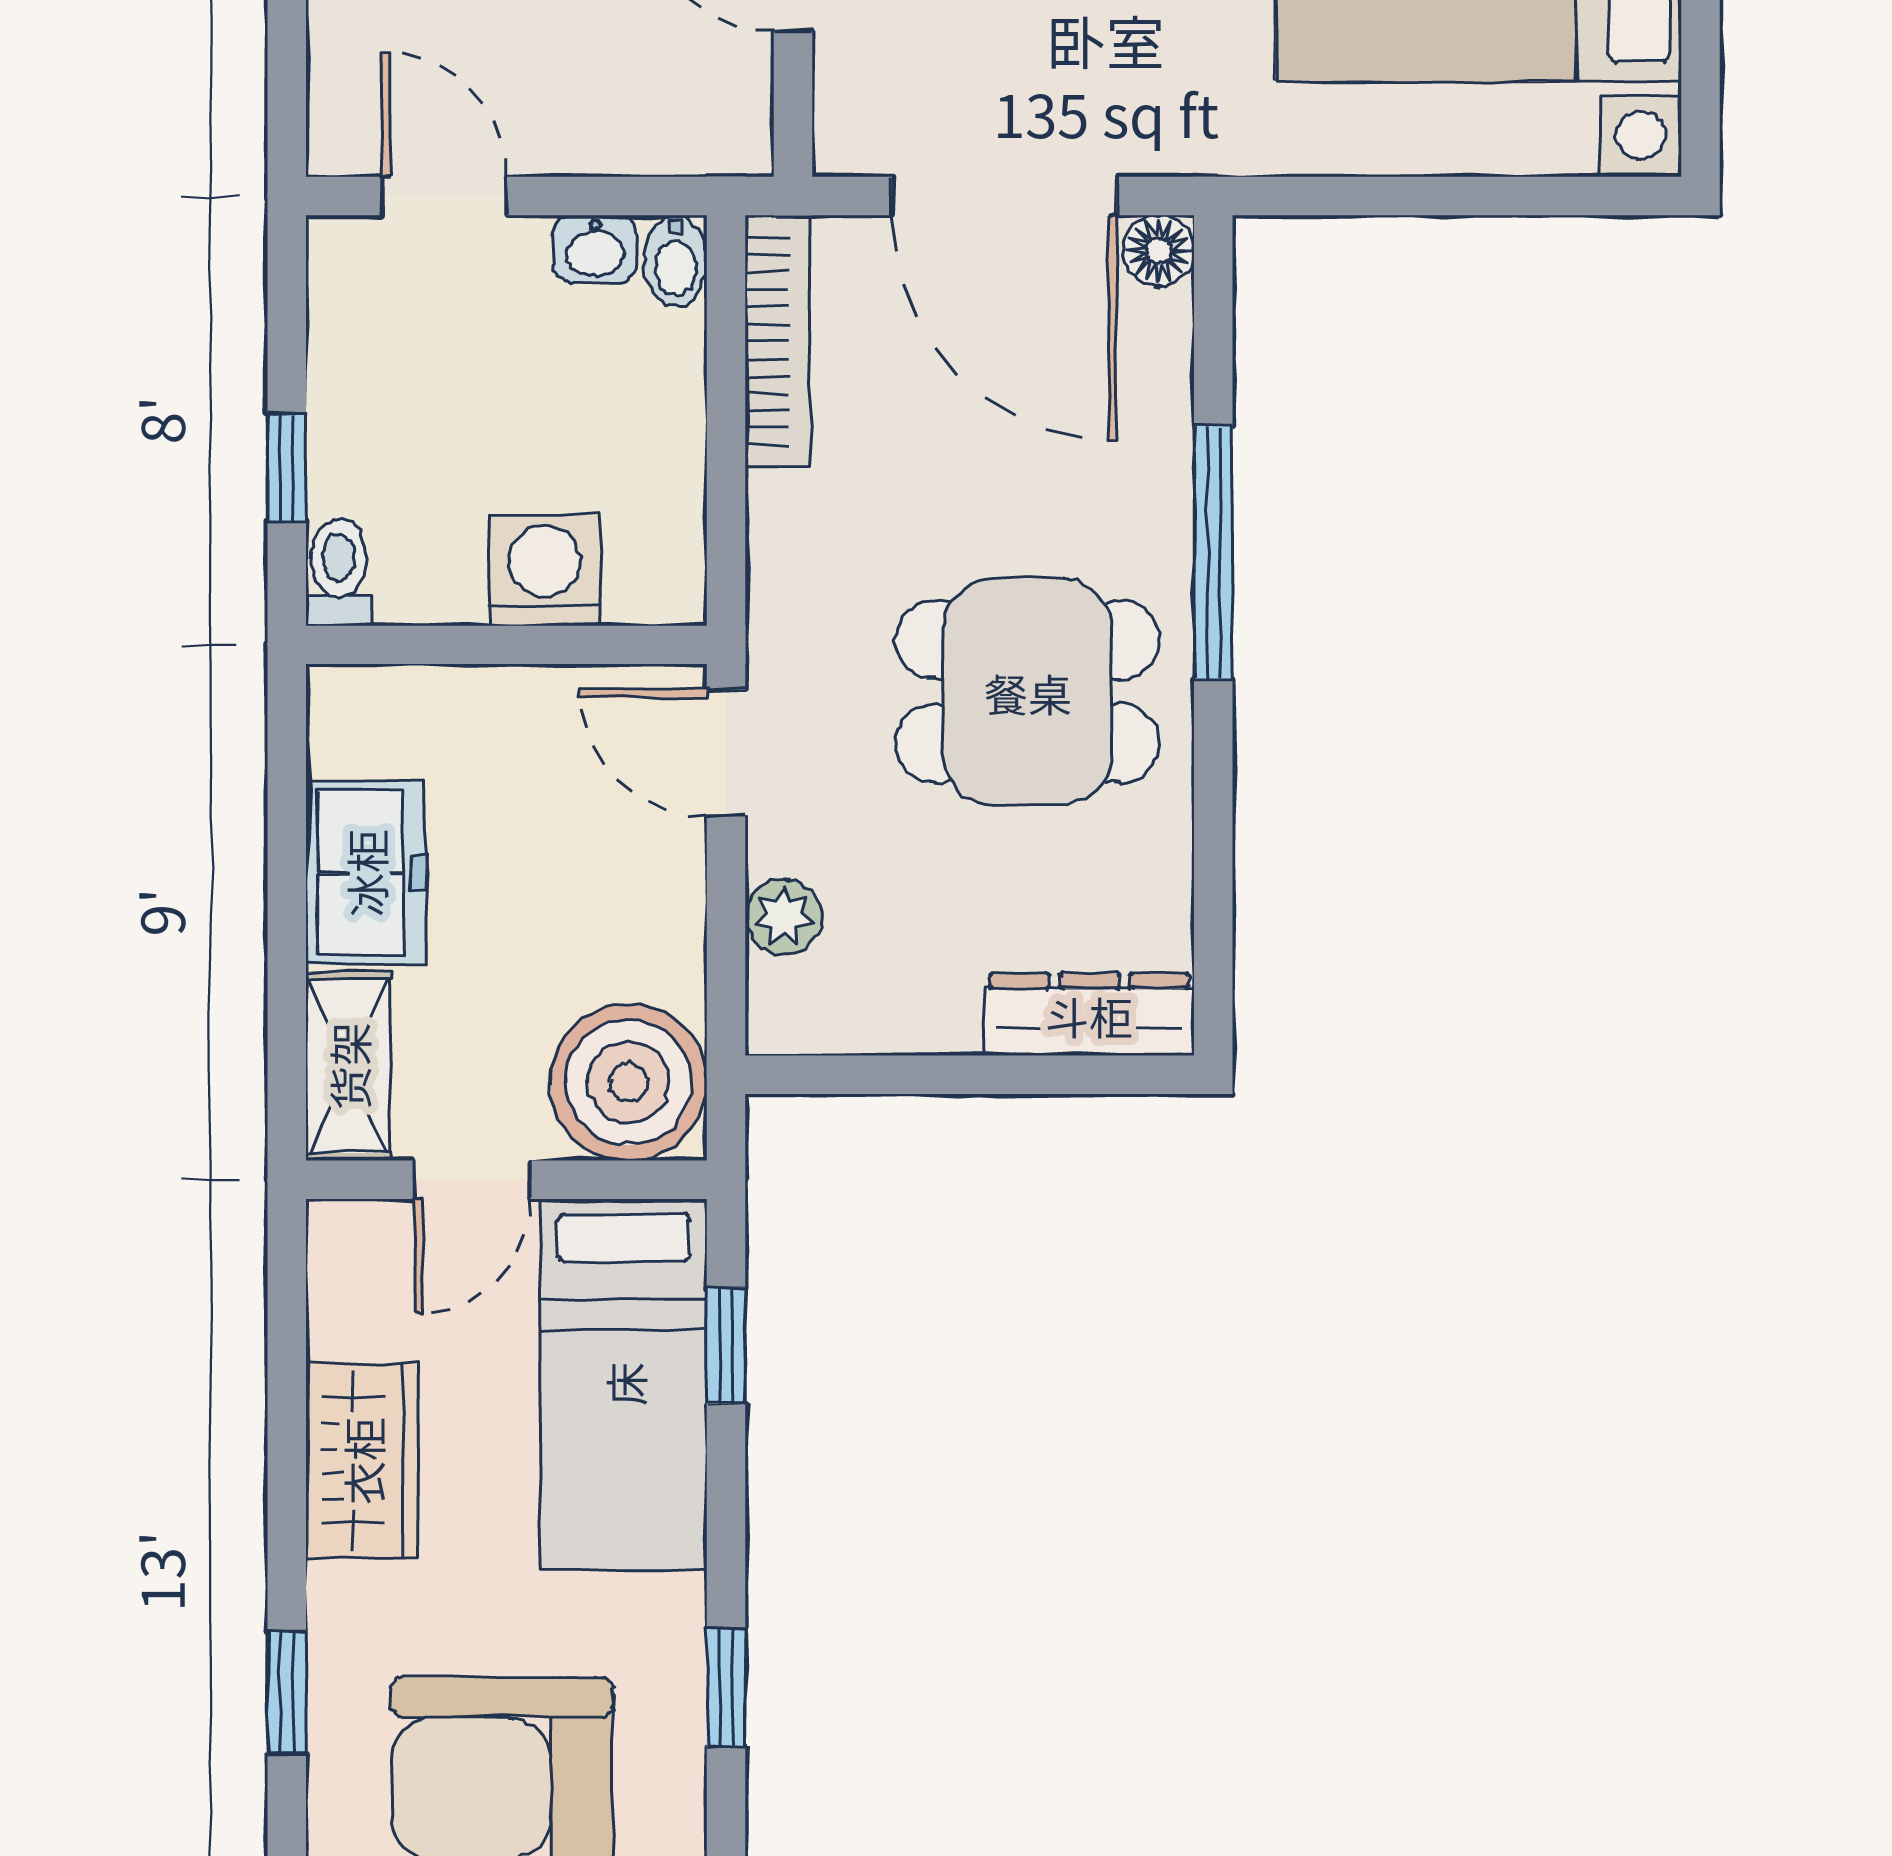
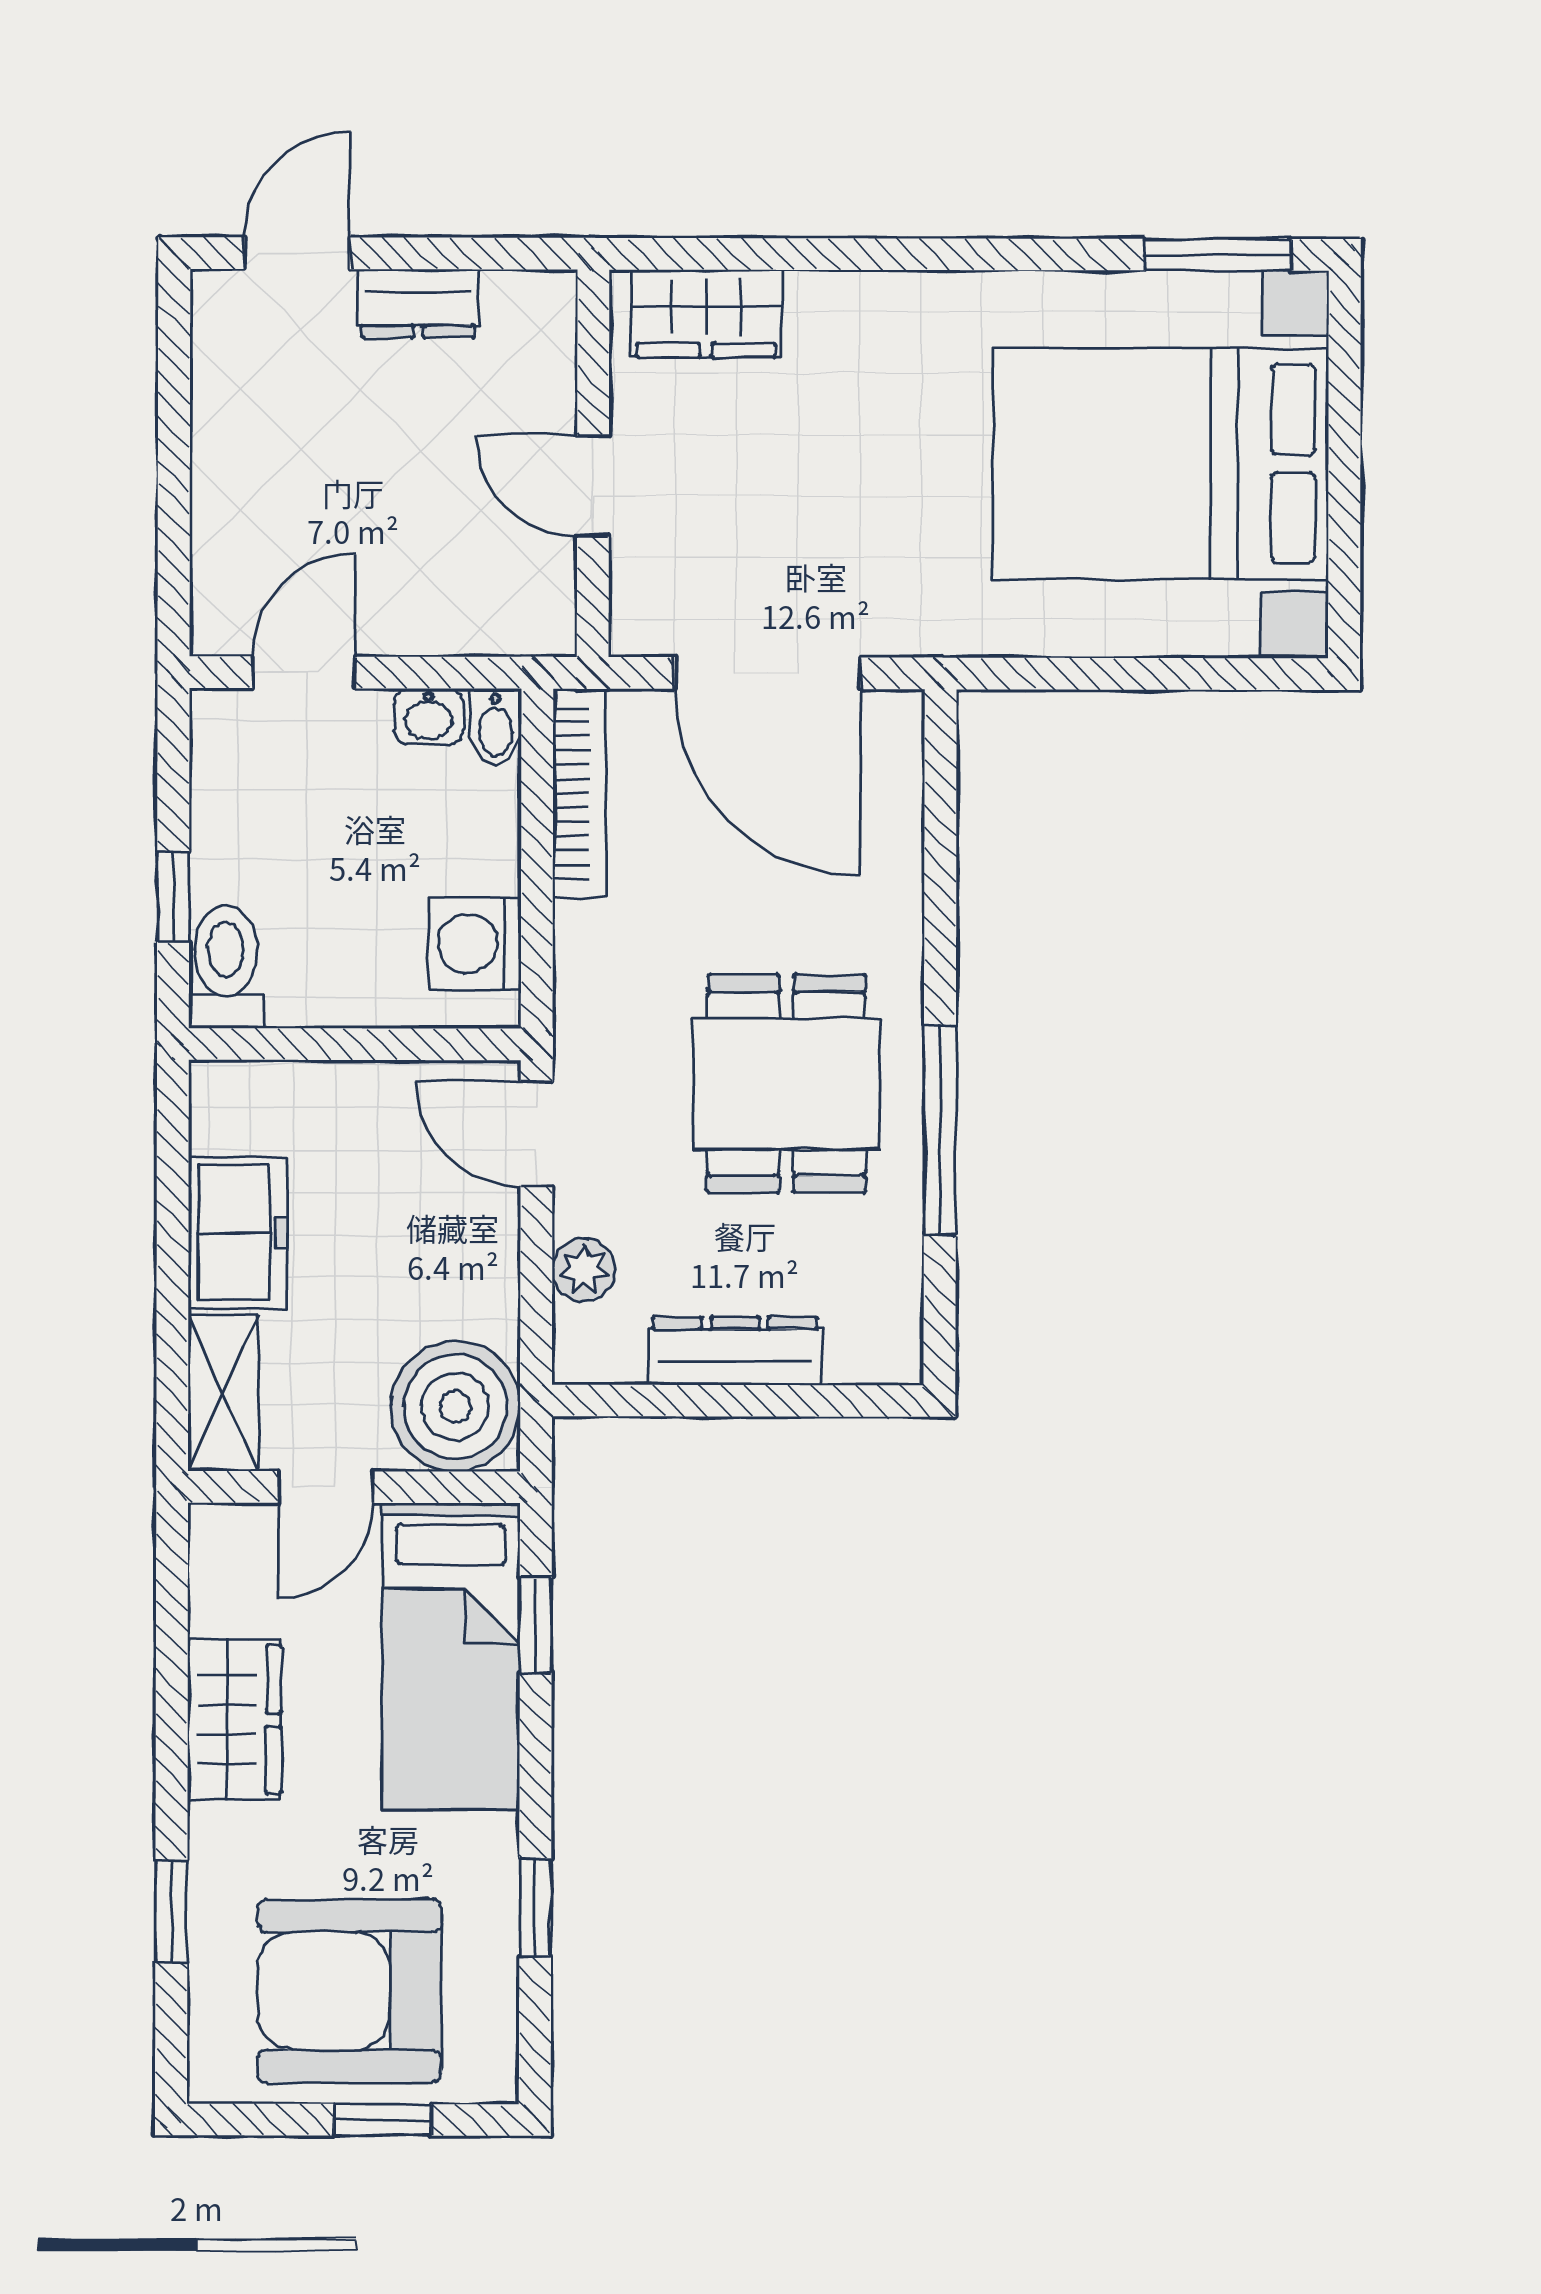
door: (444, 196) -> (304, 672), hinge flipped
floor lamp: (1159, 251) -> (895, 719), removed
window: (1213, 553) -> (940, 1130), moved
washing machine: (544, 570) -> (475, 944), moved, turned -90
toilet: (339, 572) -> (226, 967), width x1.37, depth x1.39
dining table: (1028, 692) -> (786, 1084), turned 90
dresser: (1089, 1015) -> (735, 1351), moved

